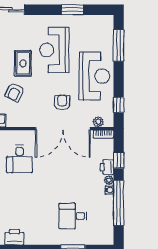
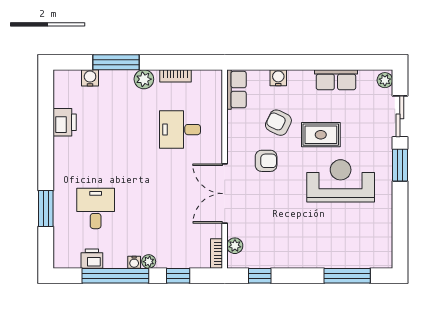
window: (72, 10) -> (400, 165), moved
reception desk: (94, 76) -> (302, 240), removed
armchair: (62, 103) -> (266, 161), moved
double door: (63, 129) -> (225, 194), width x0.73
printer: (107, 167) -> (92, 259), moved

